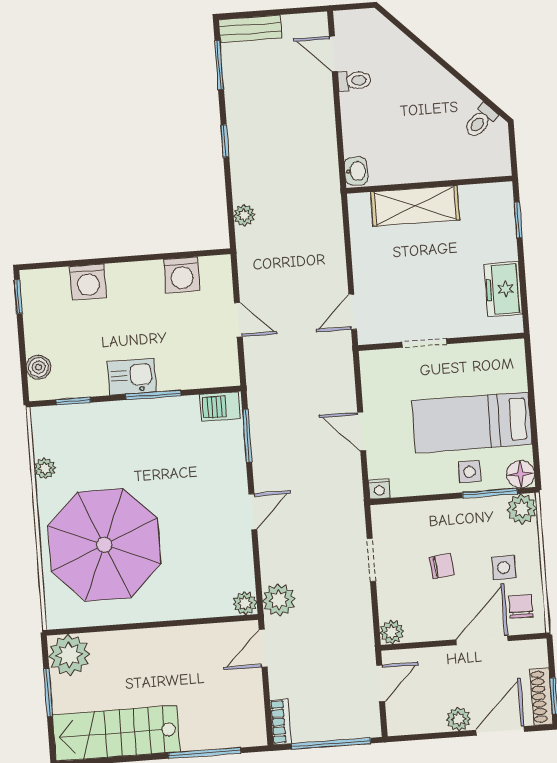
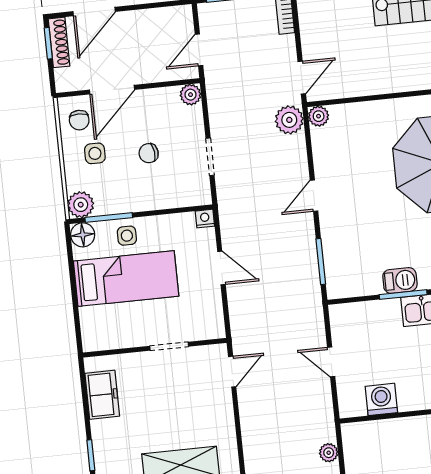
barbecue: (220, 407) -> (400, 280), moved
plant: (458, 719) -> (131, 21), removed

